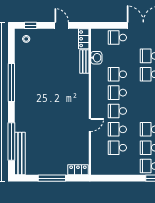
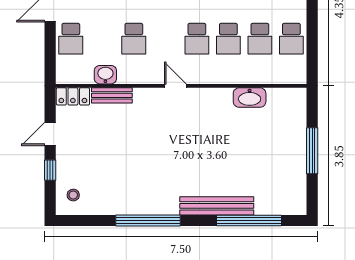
window: (31, 25) -> (50, 170), moved
school desk: (117, 93) -> (291, 39), moved
door: (90, 125) -> (175, 86), moved
washbasin: (83, 142) -> (250, 98), added
bench: (20, 153) -> (217, 206), moved
locker: (78, 170) -> (298, 106), removed

